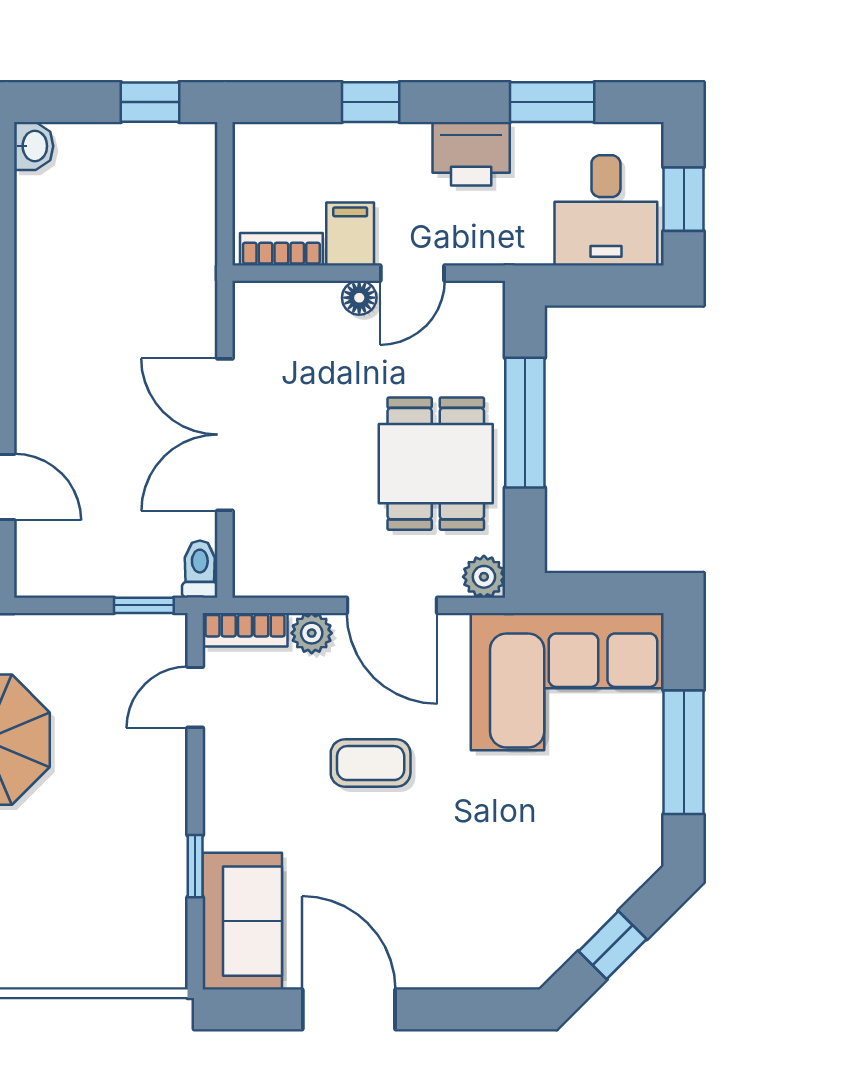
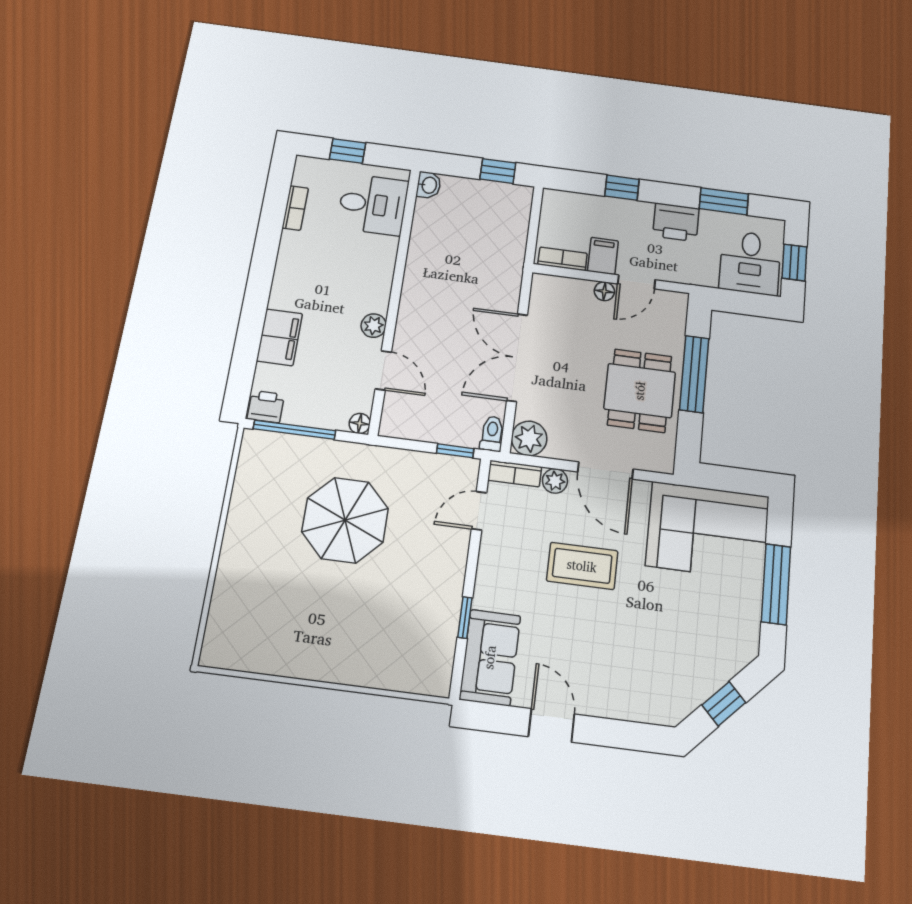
plant: (484, 577) -> (529, 438), moved, width x1.38, depth x1.38
coffee table: (371, 763) -> (582, 566), width x1.36, depth x1.30
door: (349, 1009) -> (551, 725), width x0.73

